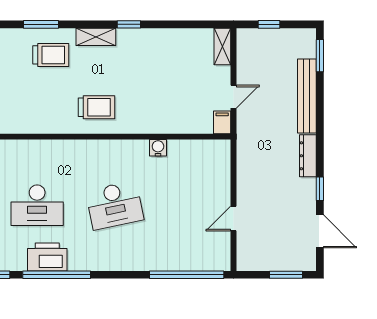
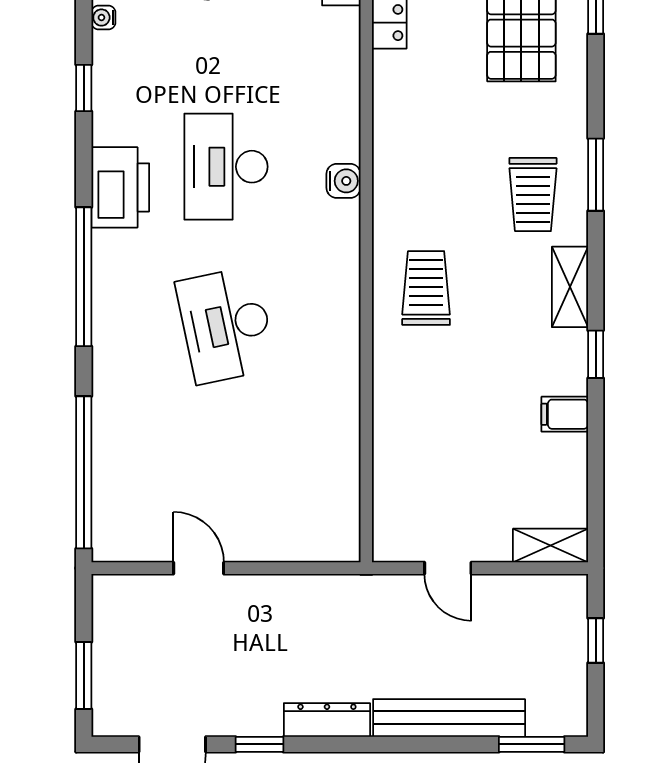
trolley: (96, 107) -> (426, 288), turned 180
filing cabinet: (222, 122) -> (565, 414), moved, turned 180
water cooler: (158, 148) -> (344, 181), moved
window: (57, 275) -> (84, 277), moved

